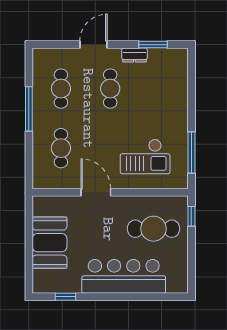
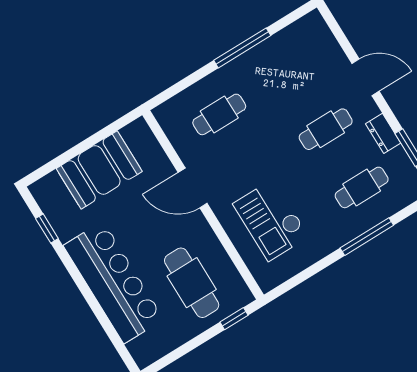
cafe table: (61, 89) -> (362, 187), moved
window: (191, 152) -> (367, 237), moved
door: (96, 192) -> (193, 188), swing flipped

